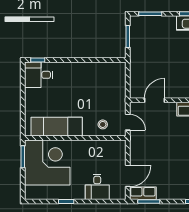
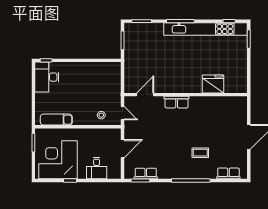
desk: (39, 75) -> (47, 77), width x1.37
exam couch: (57, 127) -> (56, 120), width x0.73, depth x0.69
corner desk: (47, 162) -> (58, 160), moved, turned -90
door: (128, 176) -> (122, 149), moved
row of seats: (143, 193) -> (146, 174), moved

